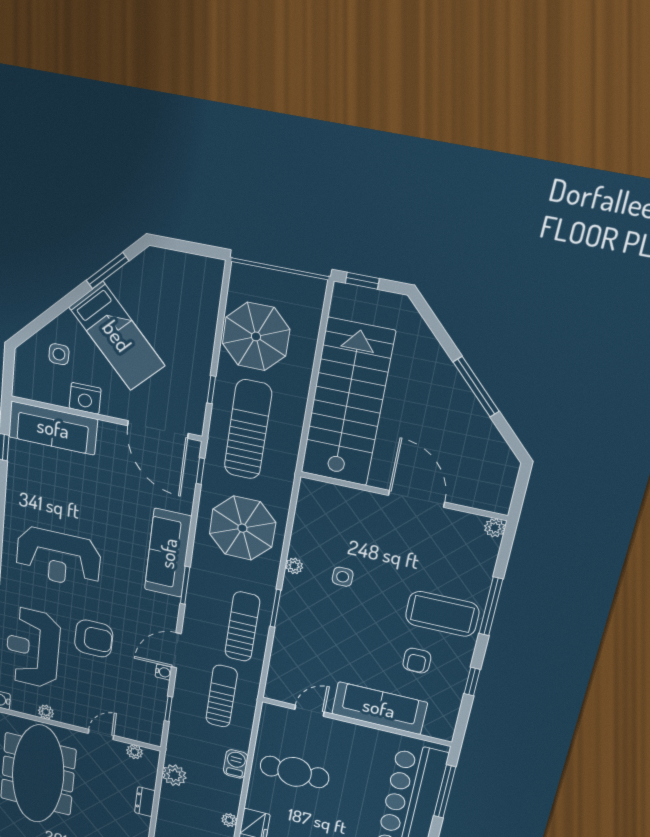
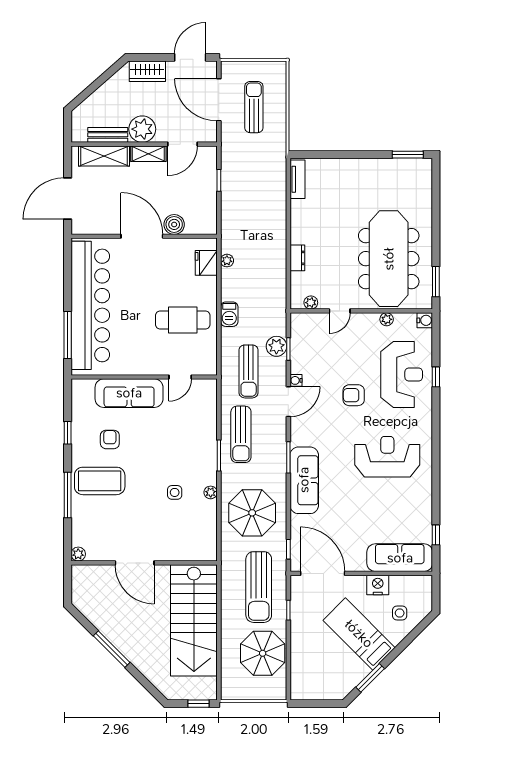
armchair: (94, 639) -> (354, 395), width x0.72, depth x0.72
plant: (174, 775) -> (276, 346), moved

